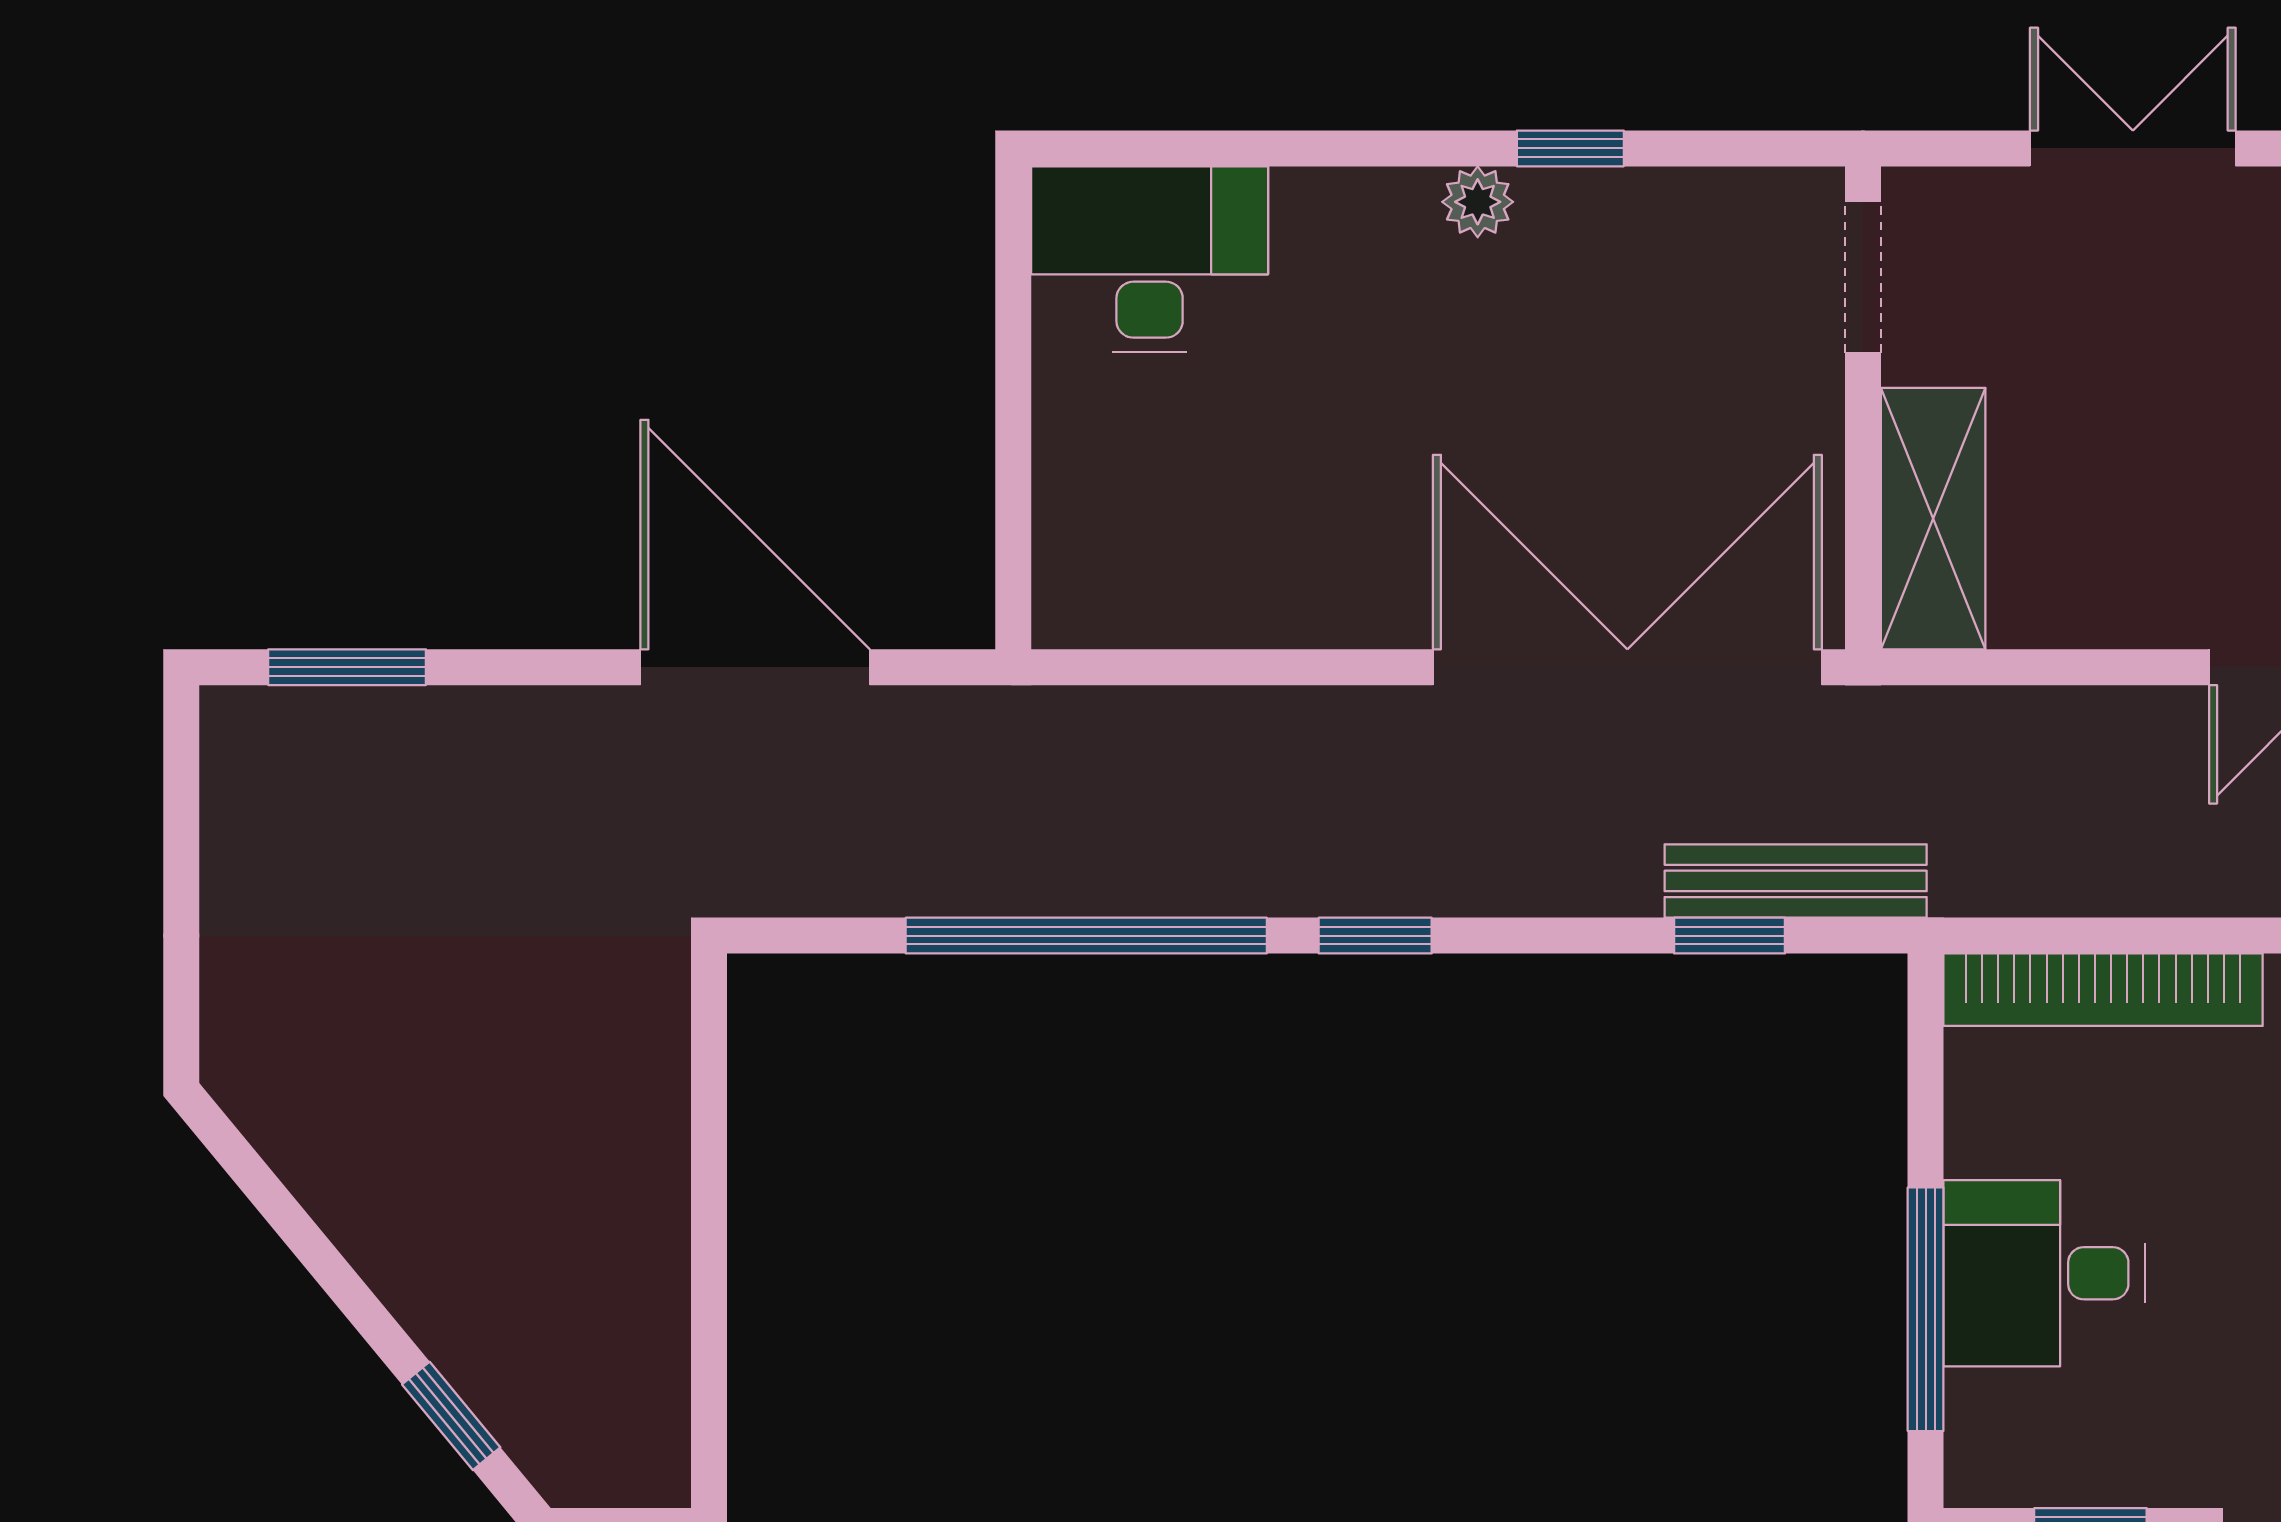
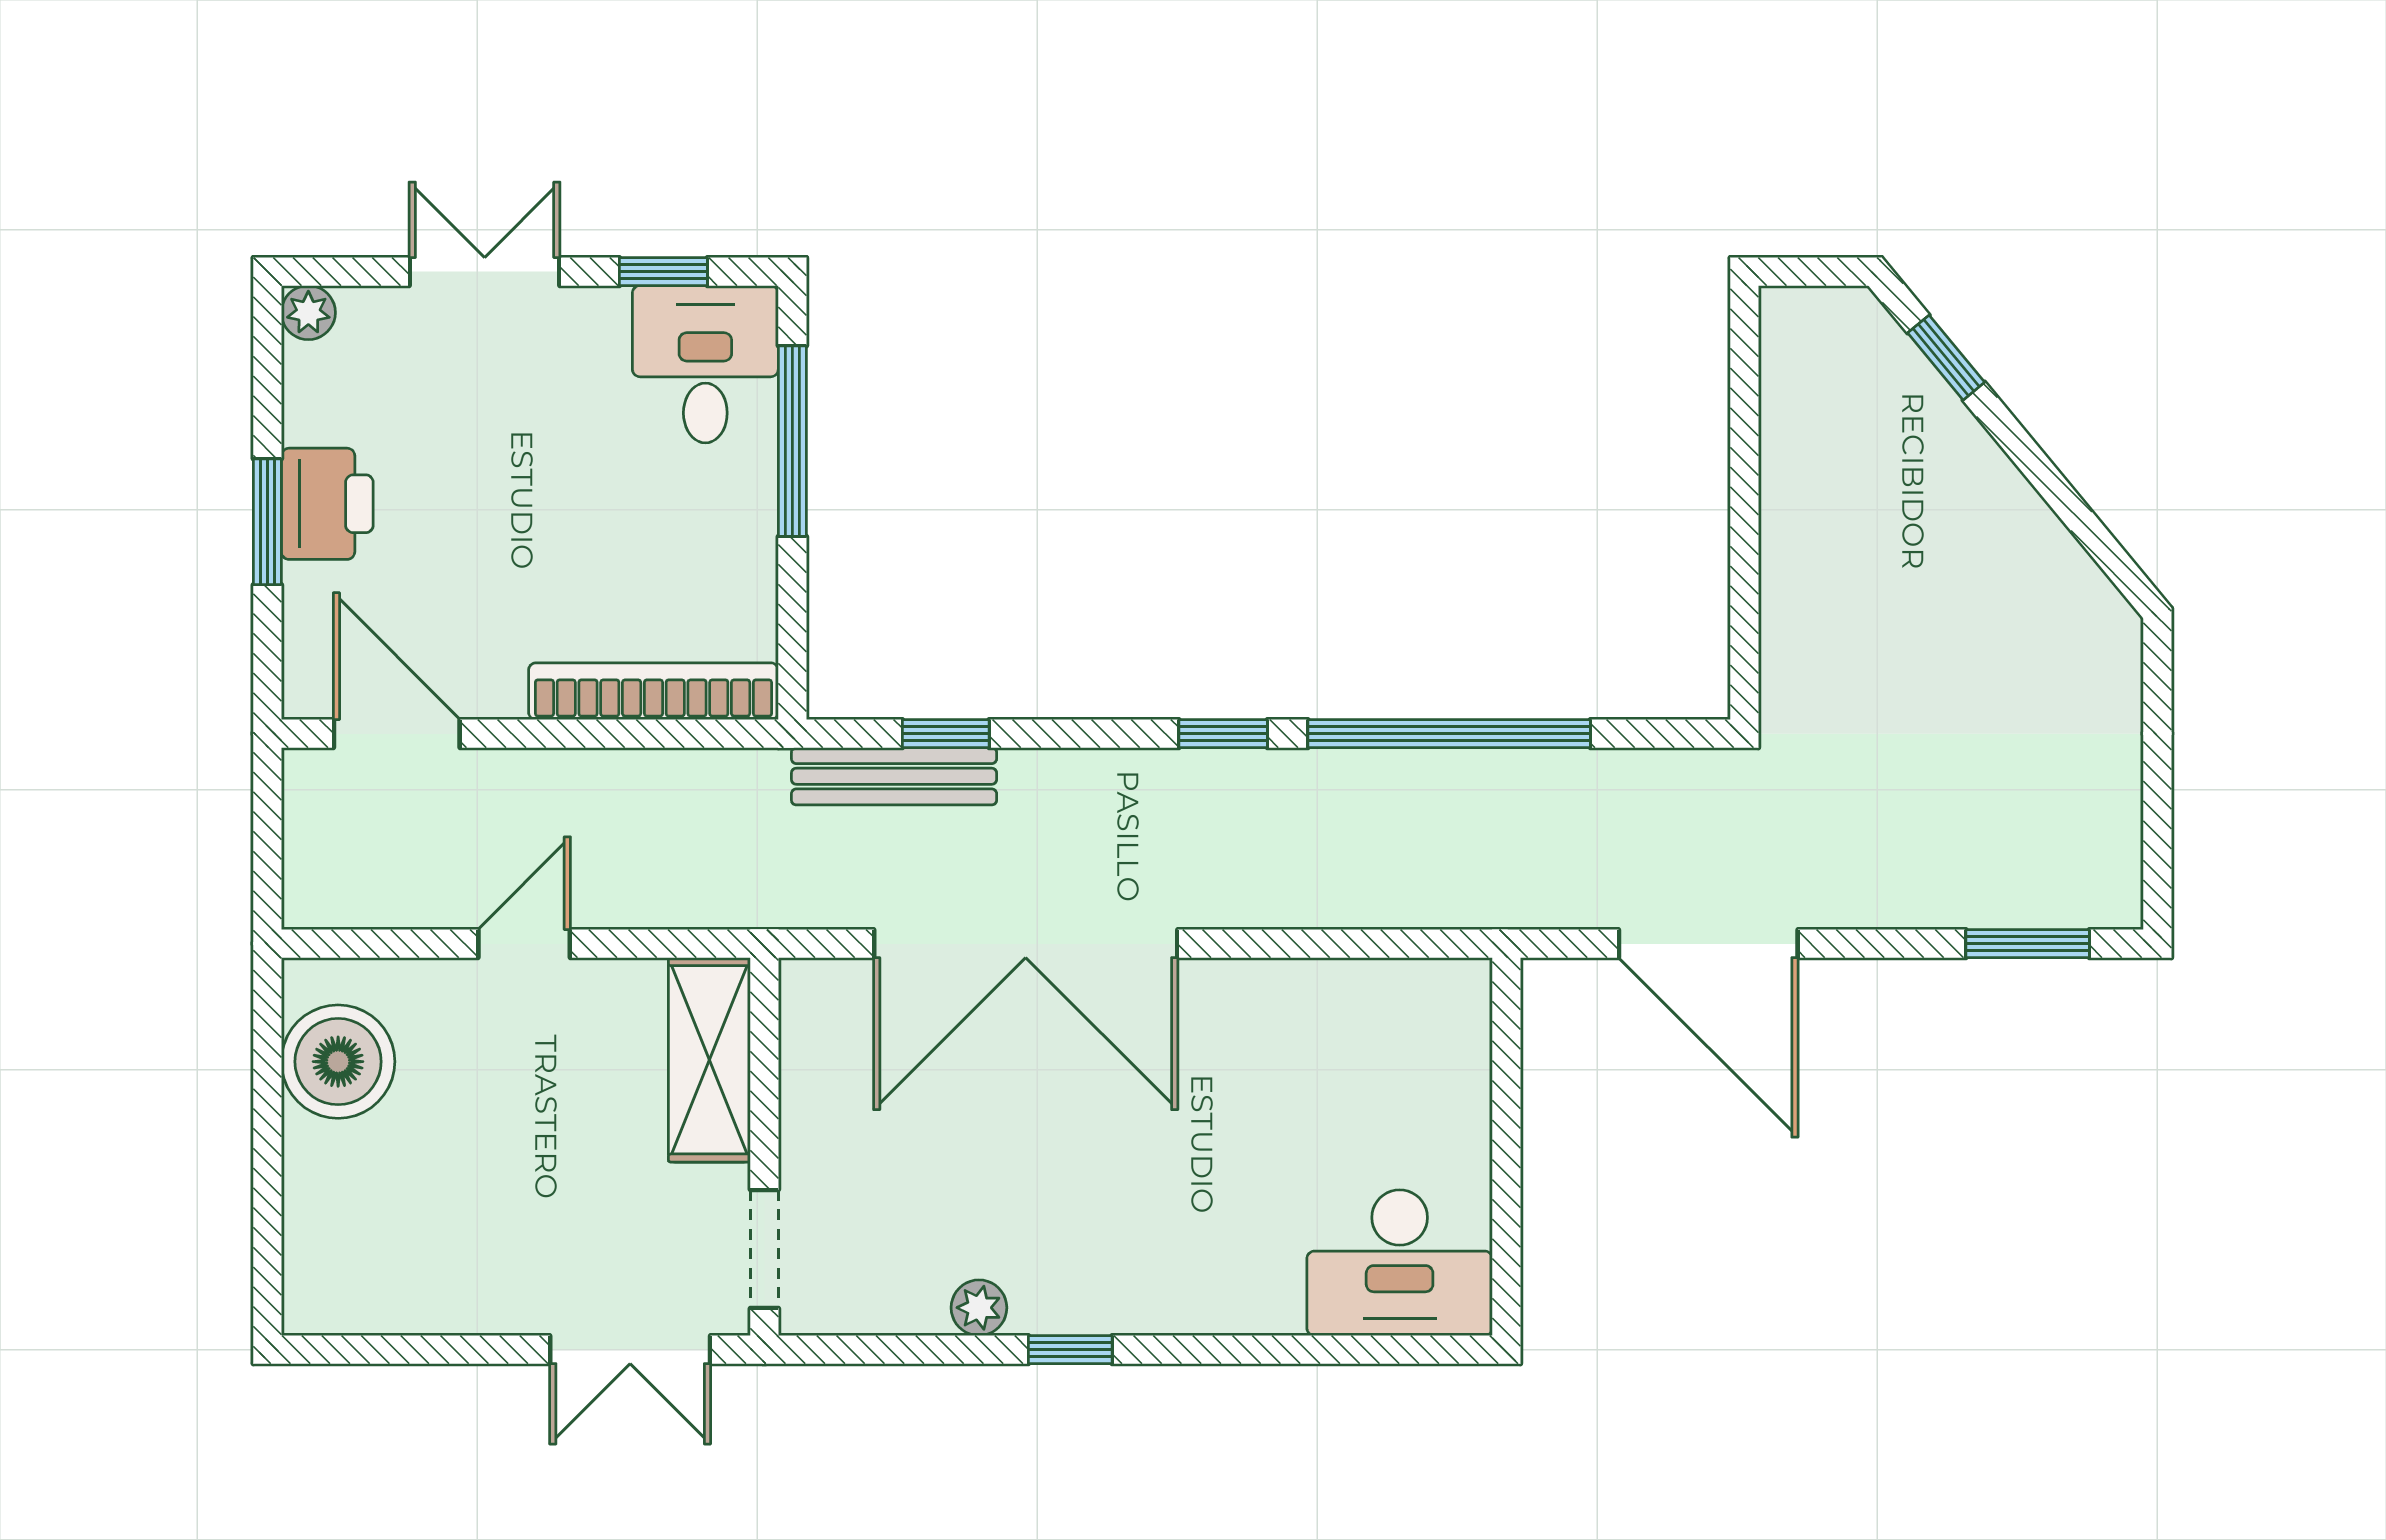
plant: (1478, 202) -> (979, 1308), moved
doorway: (1863, 277) -> (764, 1249), moved
wall: (1863, 408) -> (764, 1147), moved
shelving: (1933, 519) -> (709, 1060), moved
desk: (2044, 1273) -> (705, 364), moved, turned -90

